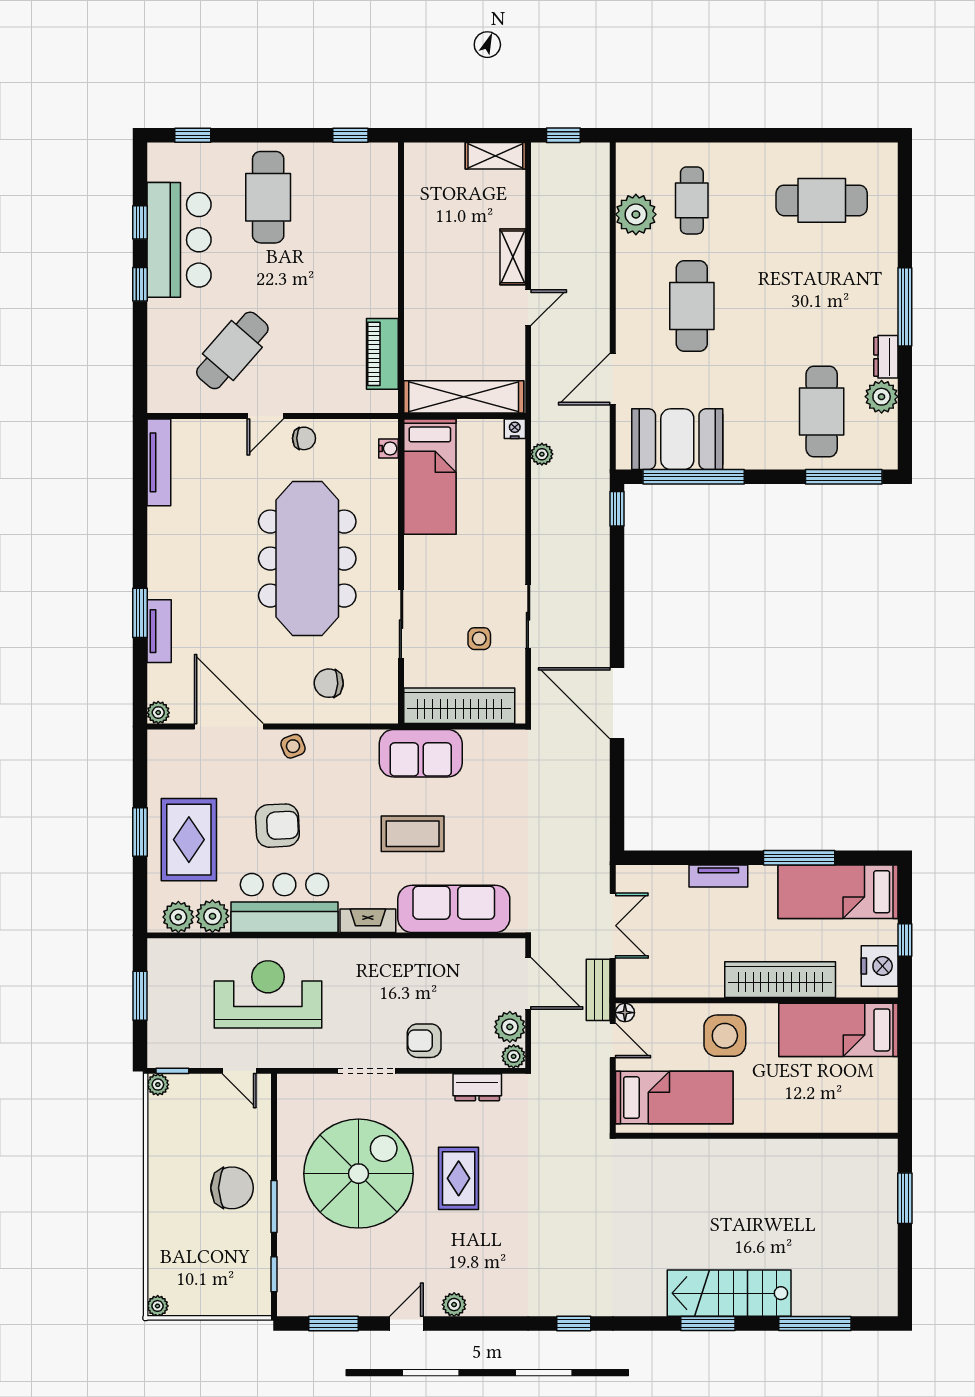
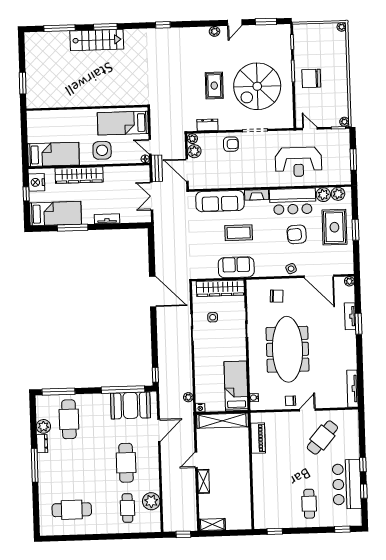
cafe table: (268, 197) -> (309, 504), width x0.73, depth x0.74

